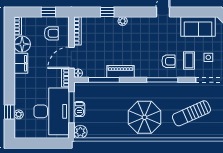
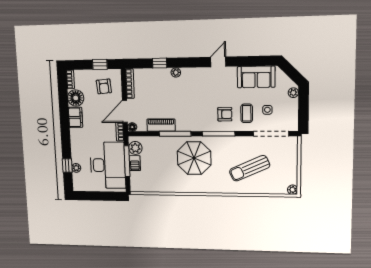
armchair: (51, 33) -> (104, 86), turned 85
piano: (120, 71) -> (161, 125), moved
window: (104, 80) -> (175, 134), moved
parasol: (145, 117) -> (194, 158), moved
plant: (80, 132) -> (135, 148), moved

